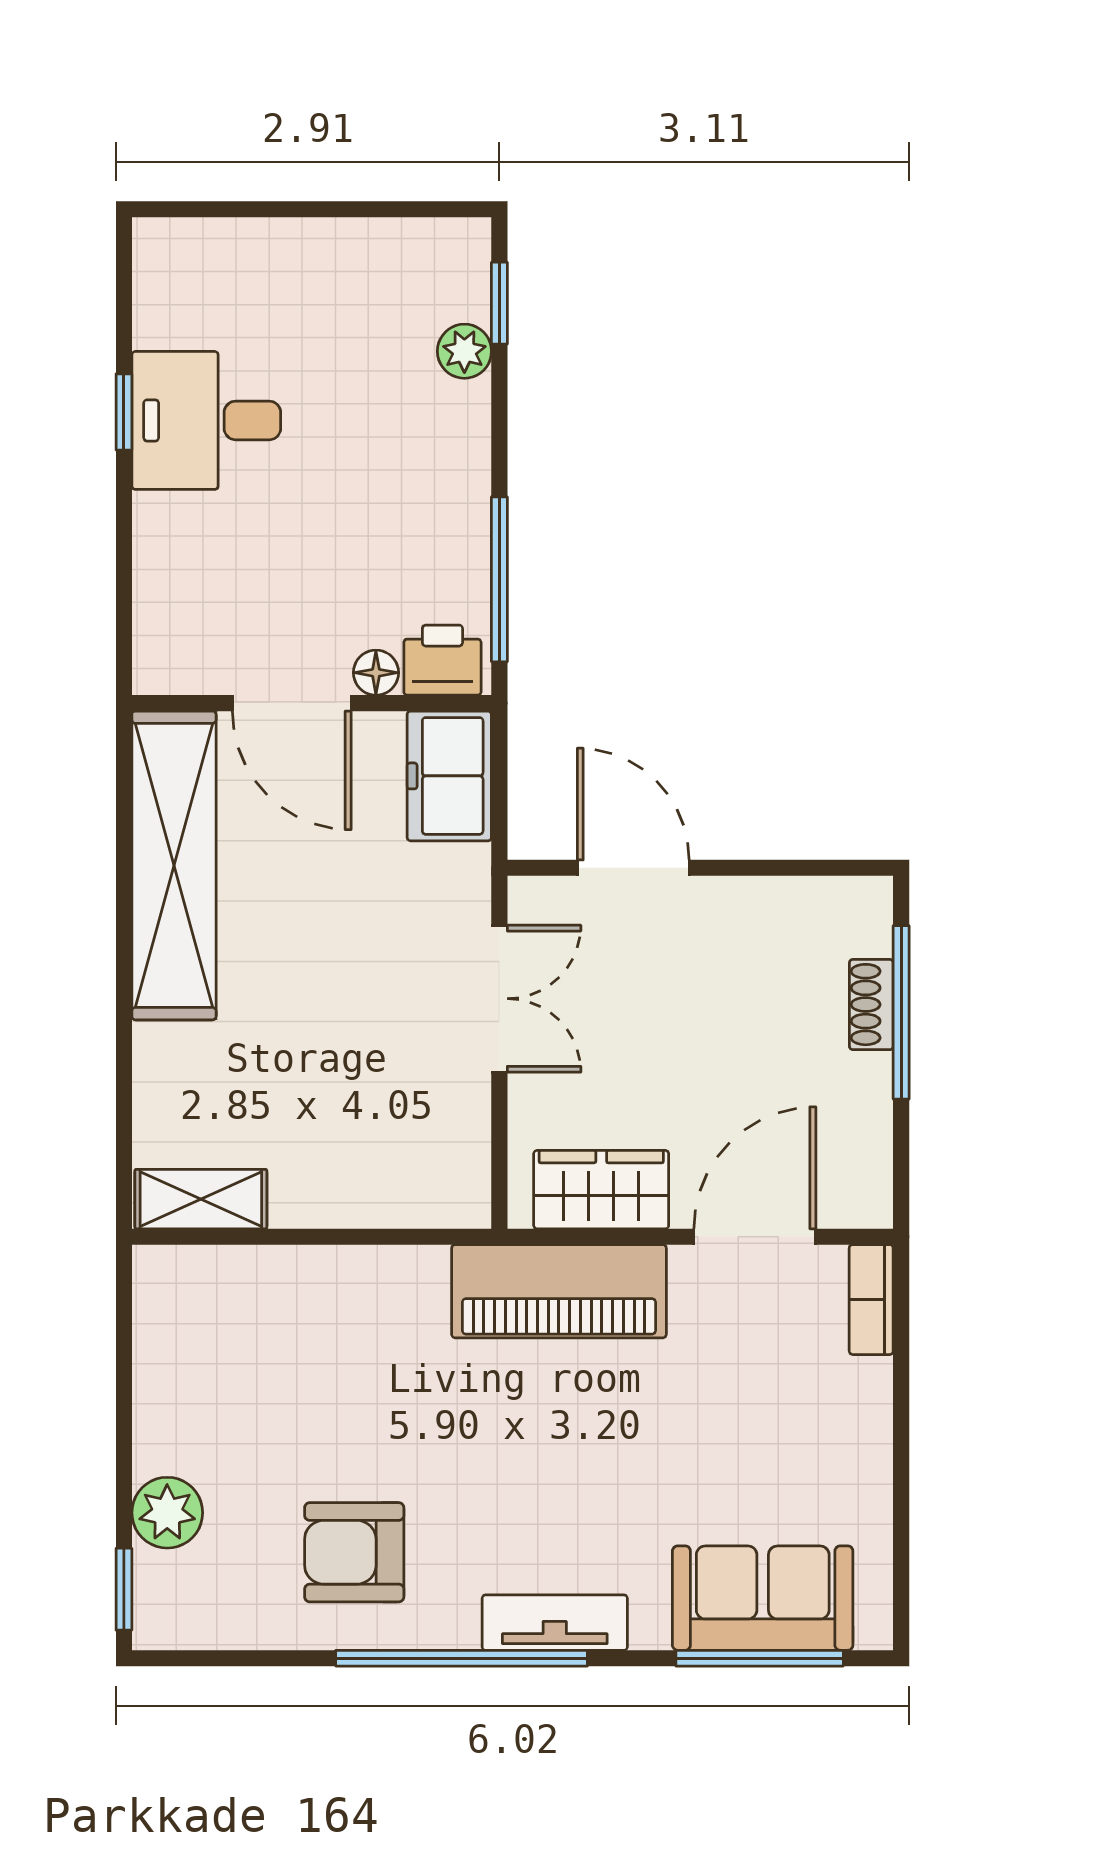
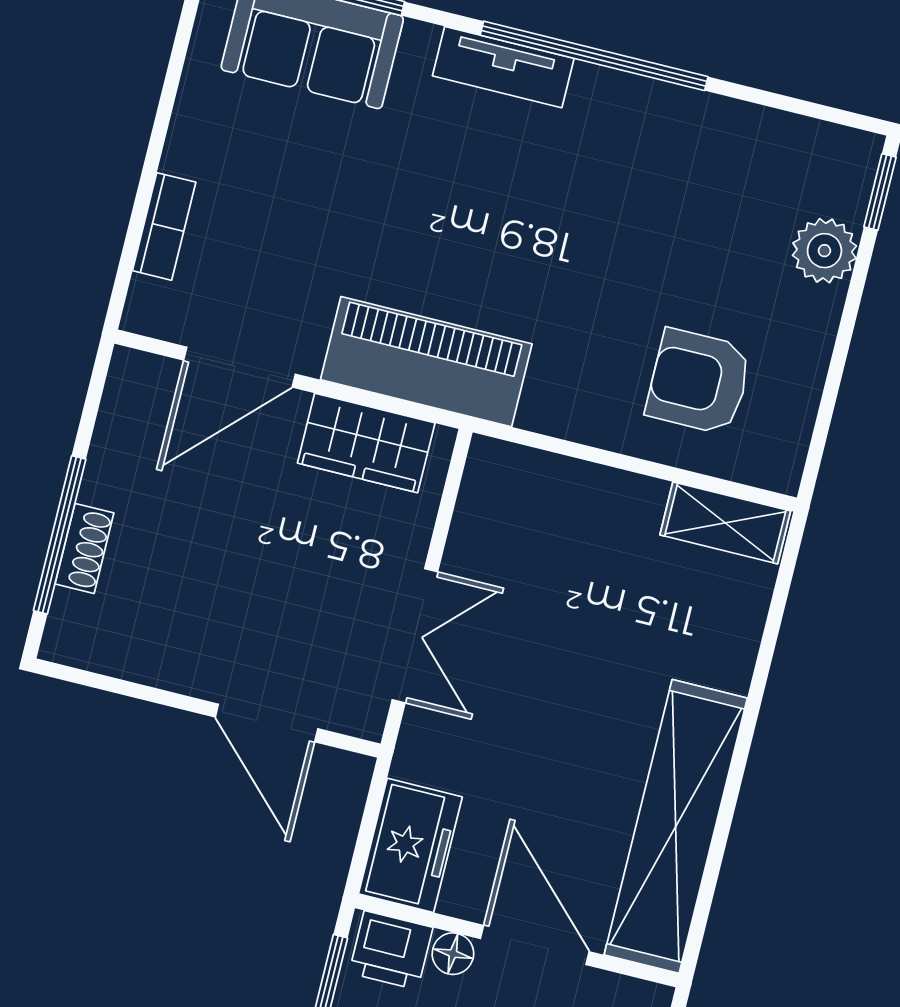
double door: (499, 999) -> (415, 636), swing flipped
bookcase: (871, 1300) -> (164, 226), moved
armchair: (354, 1552) -> (699, 382), moved, turned 180

